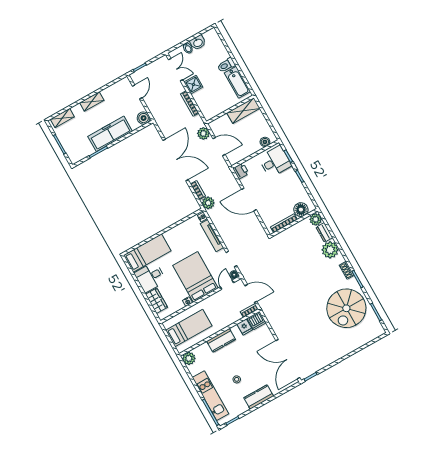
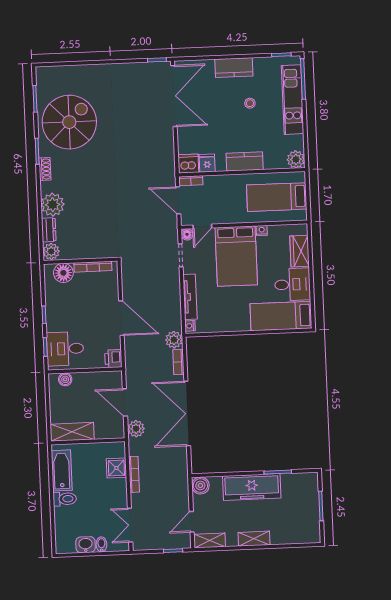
shower: (193, 85) -> (116, 468), moved
shelving: (62, 118) -> (210, 541), moved

